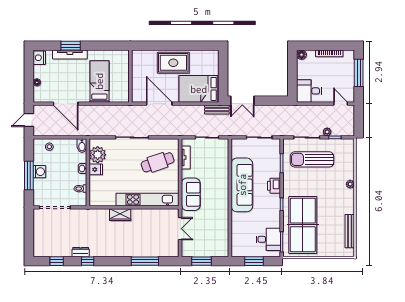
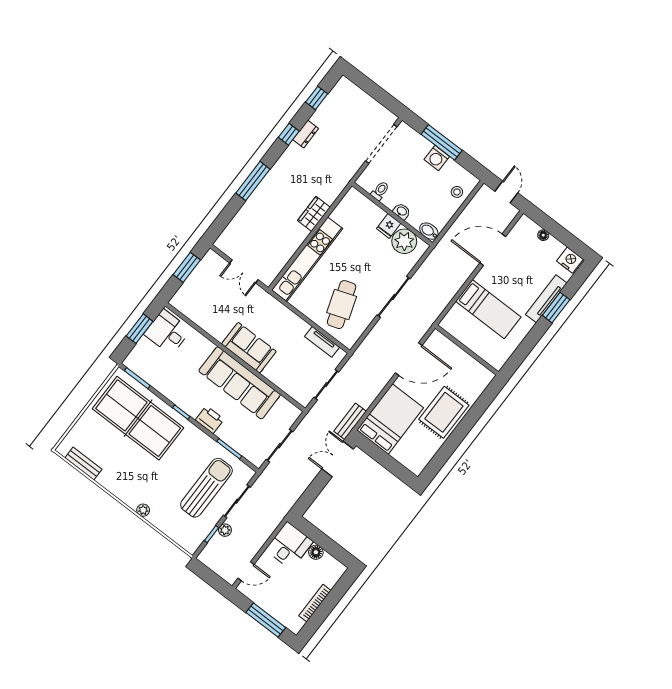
floor lamp: (302, 55) -> (316, 552), moved
sofa: (191, 194) -> (249, 348), moved, turned 180
bench: (350, 231) -> (83, 463), width x0.73
desk: (268, 239) -> (167, 332), moved, turned 90
window: (145, 261) -> (253, 181), moved

